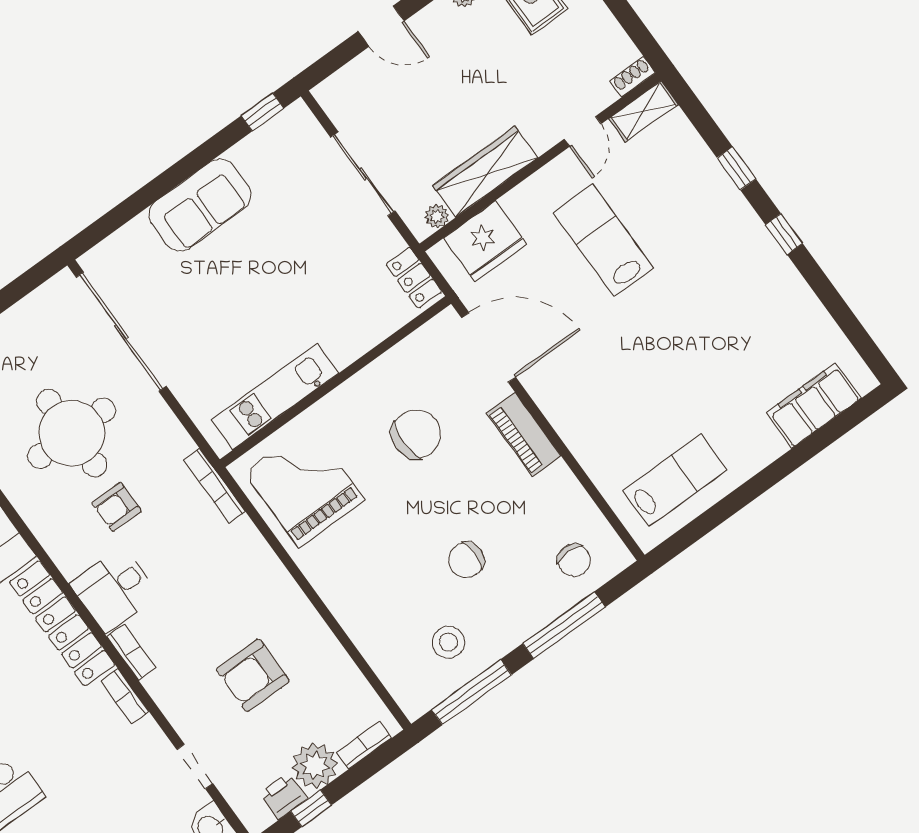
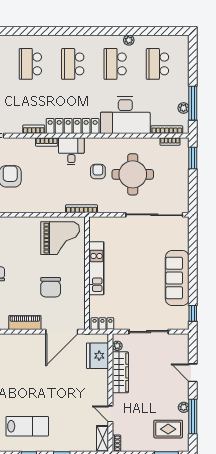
door: (381, 26) -> (193, 373), hinge flipped
sofa: (200, 205) -> (177, 278), width x1.36
lab bench: (603, 240) -> (27, 426), moved
kitchen unit: (275, 397) -> (96, 268), moved

